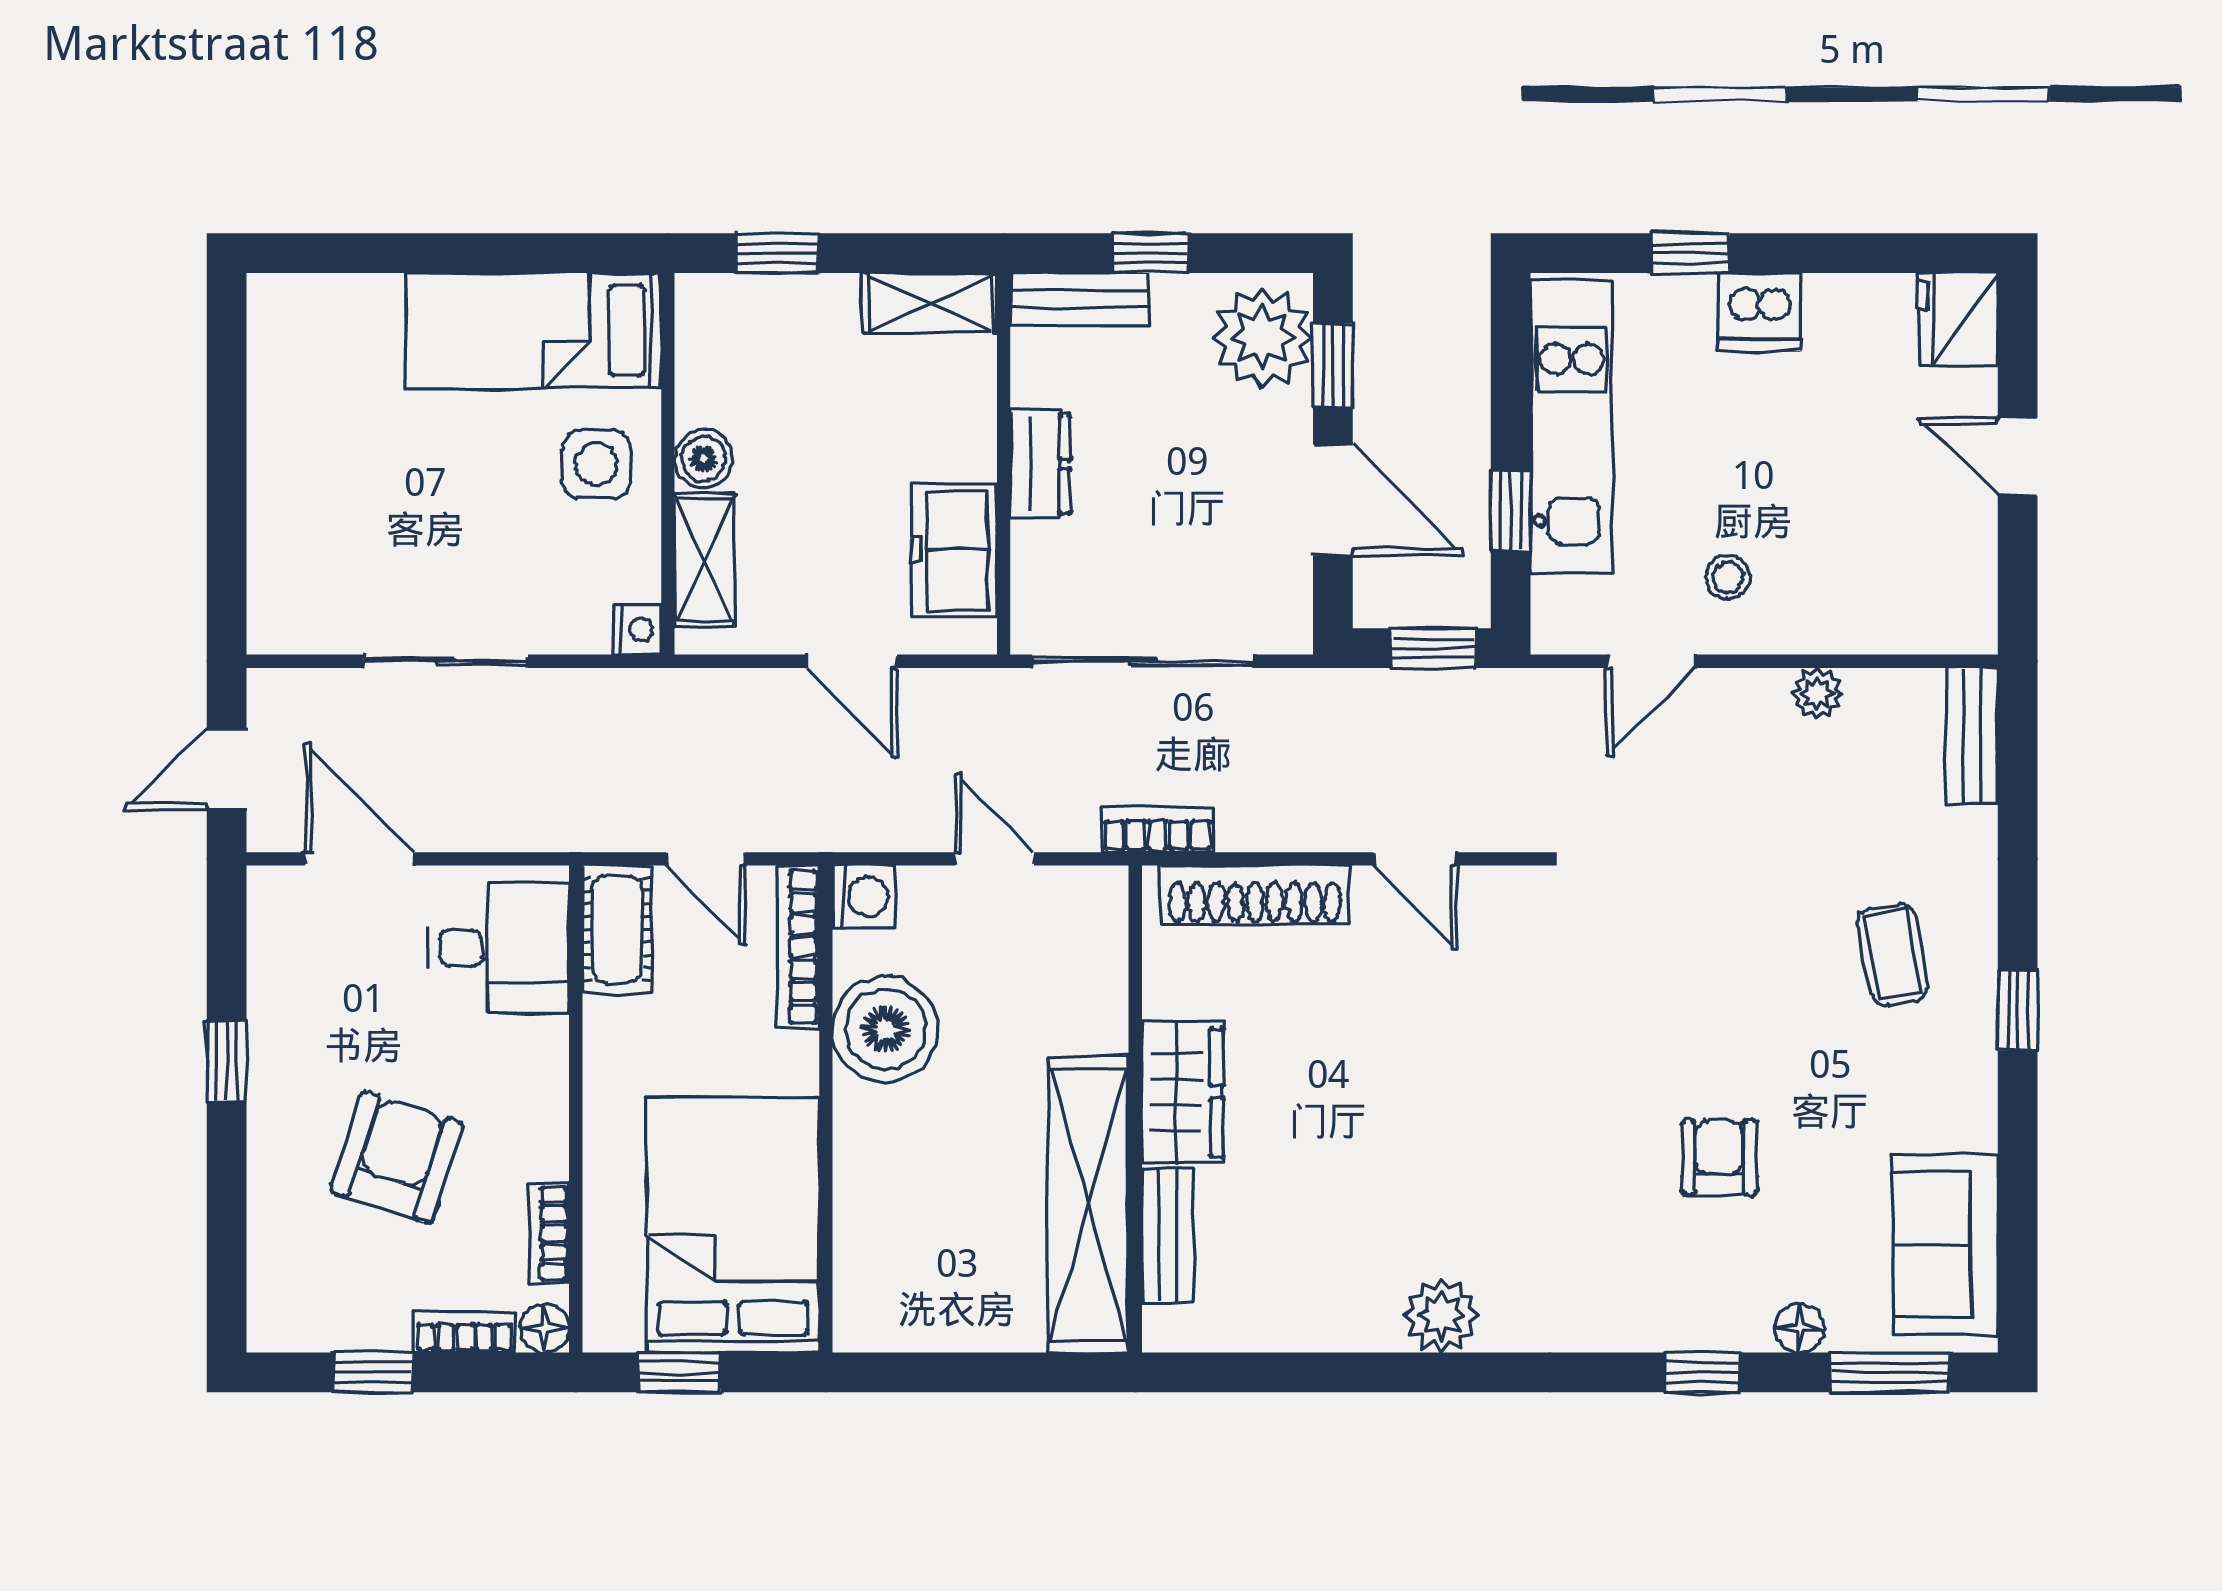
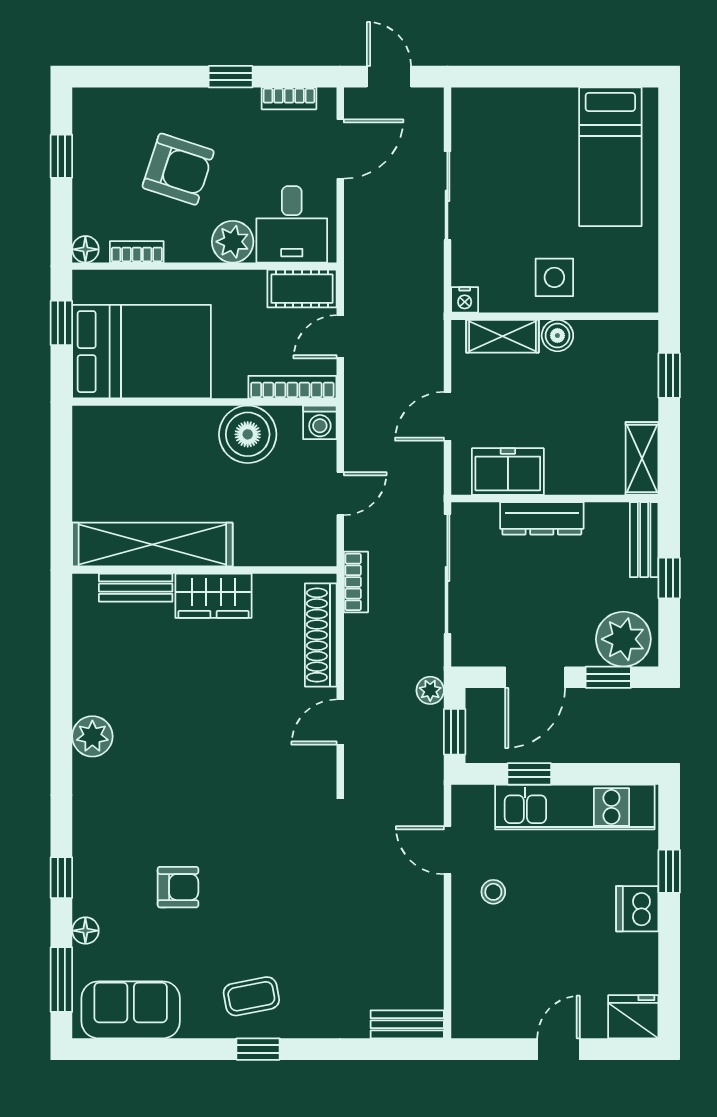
bed: (533, 330) -> (610, 157), moved, turned 180
dresser: (1040, 464) -> (542, 518), width x1.44
plant: (1817, 693) -> (430, 690), moved
coffee table: (1893, 954) -> (251, 996), moved
plant: (531, 1057) -> (233, 242), added
bookcase: (465, 1333) -> (289, 98), moved, turned 90

